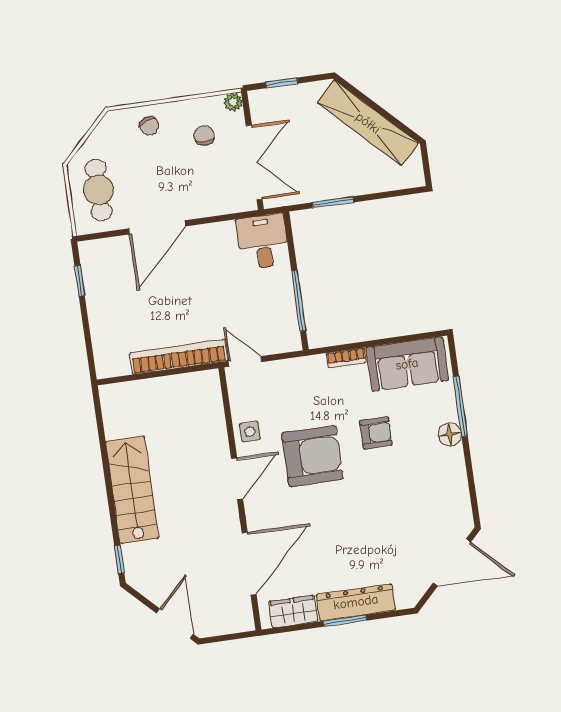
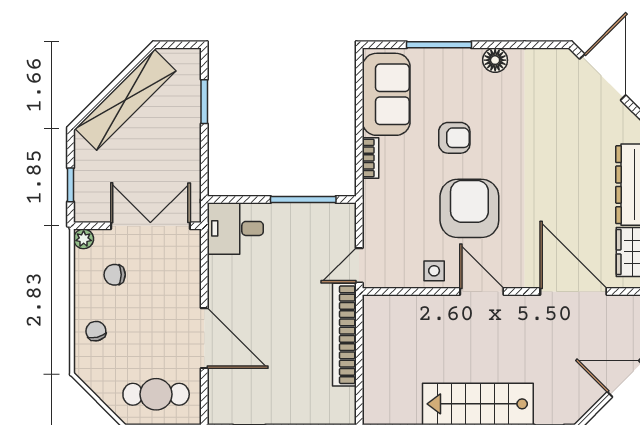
chair: (149, 126) -> (96, 331), turned -85
window: (333, 202) -> (204, 102), moved
armchair: (376, 433) -> (454, 138), turned 90
floor lamp: (450, 434) -> (495, 60), moved

